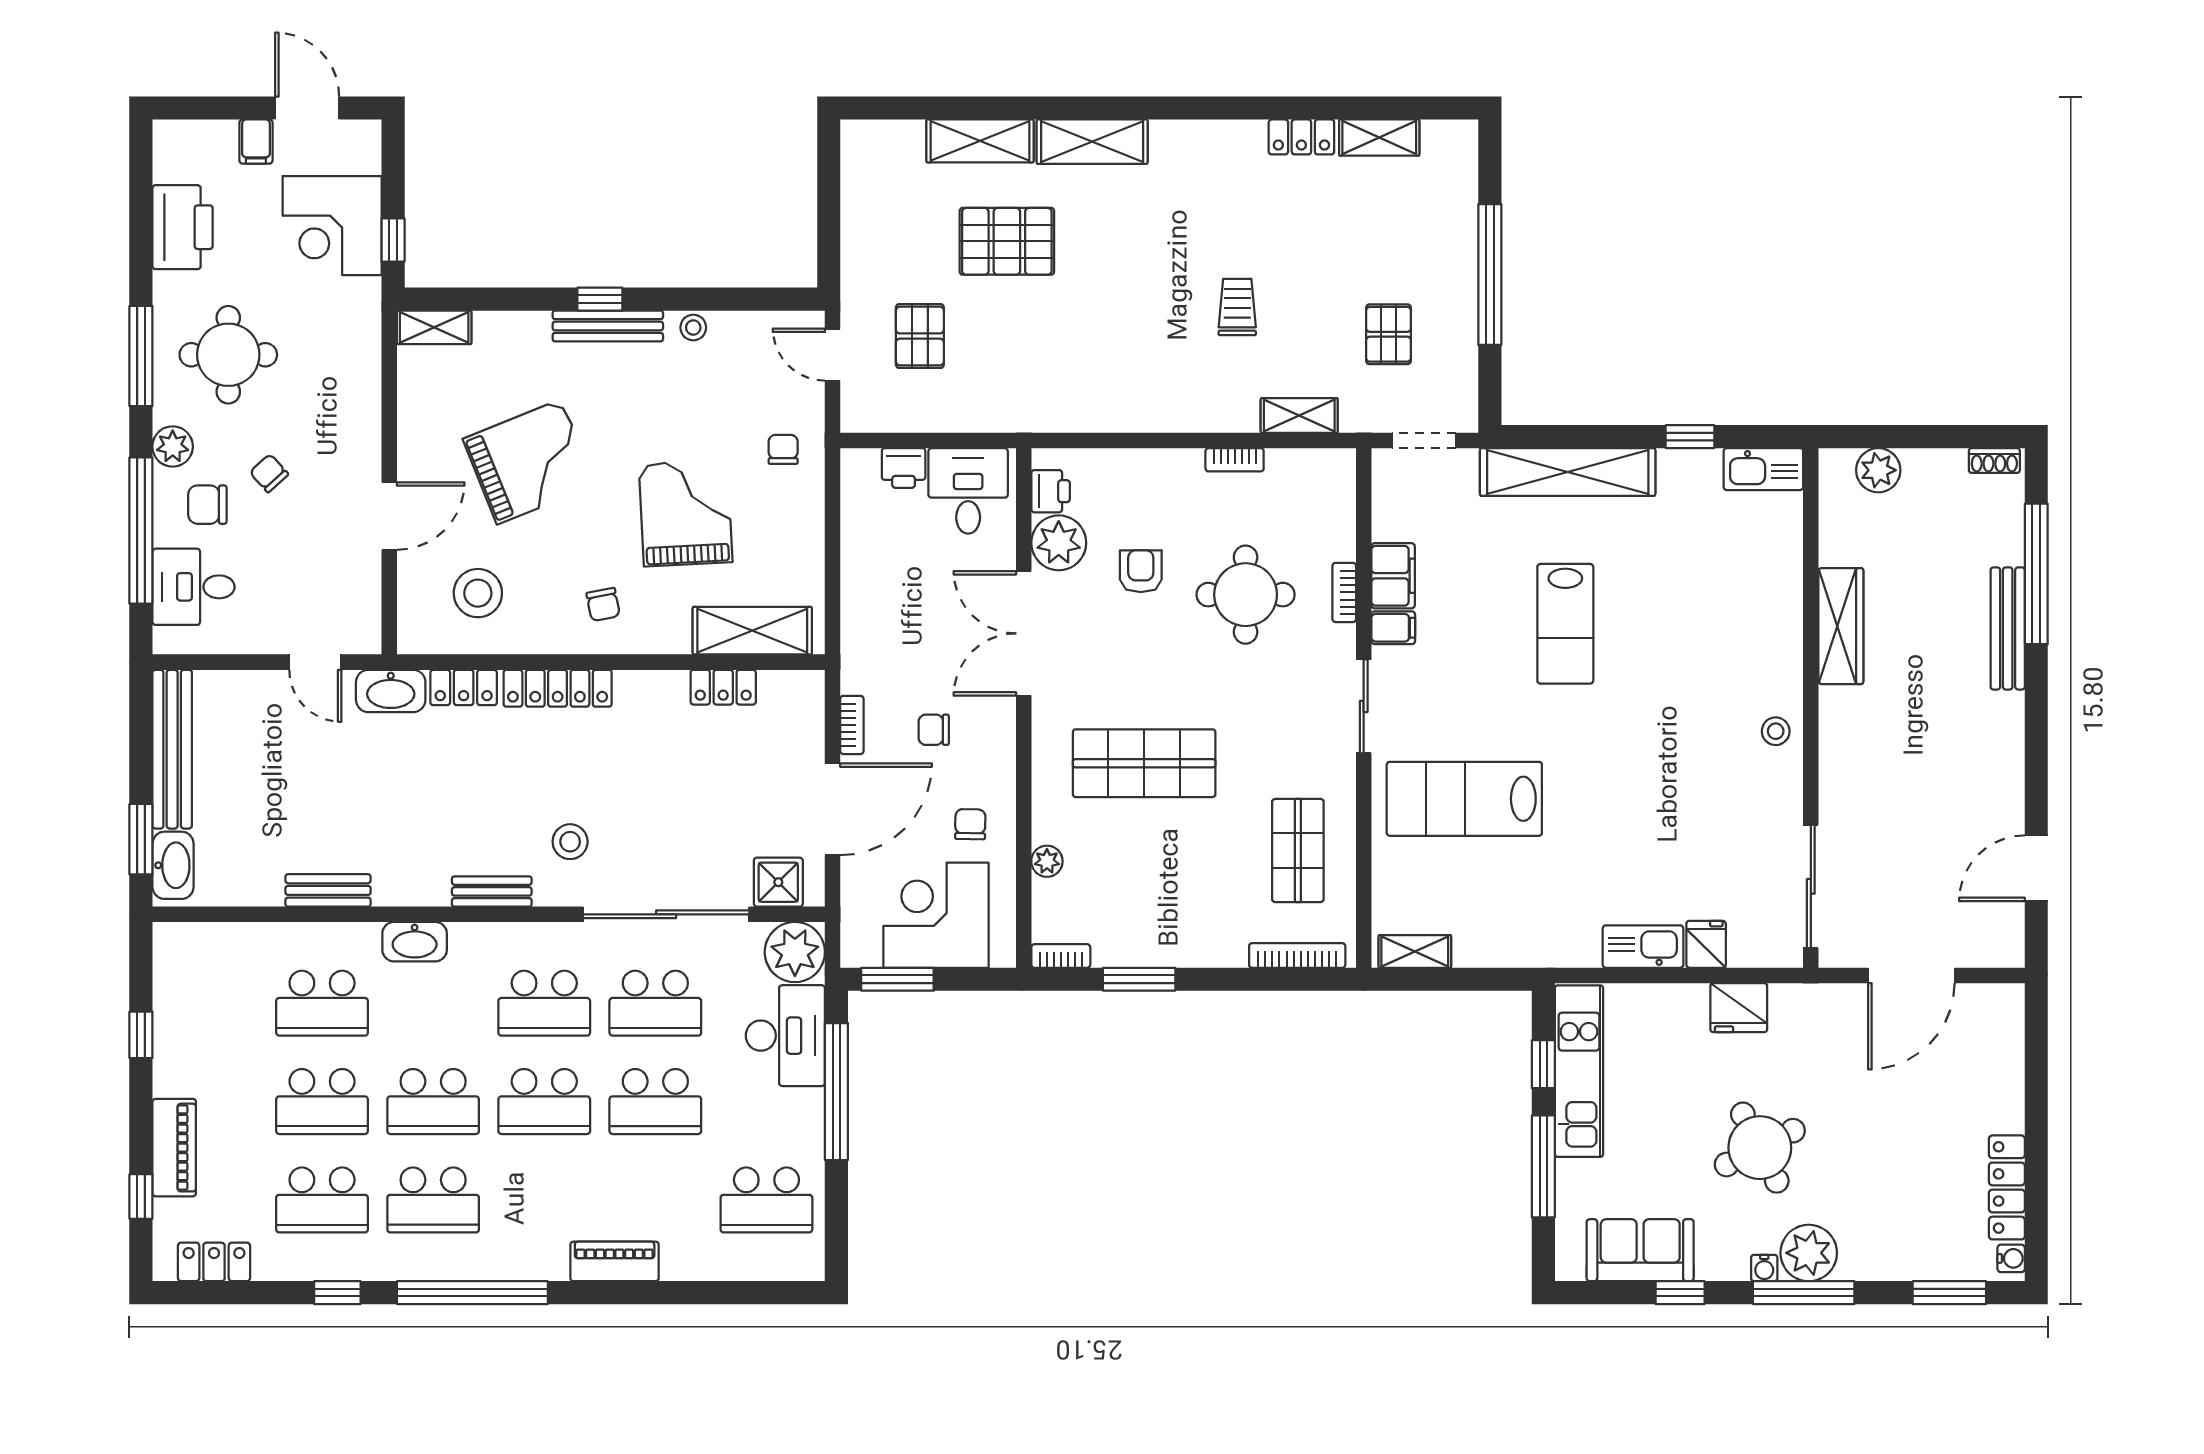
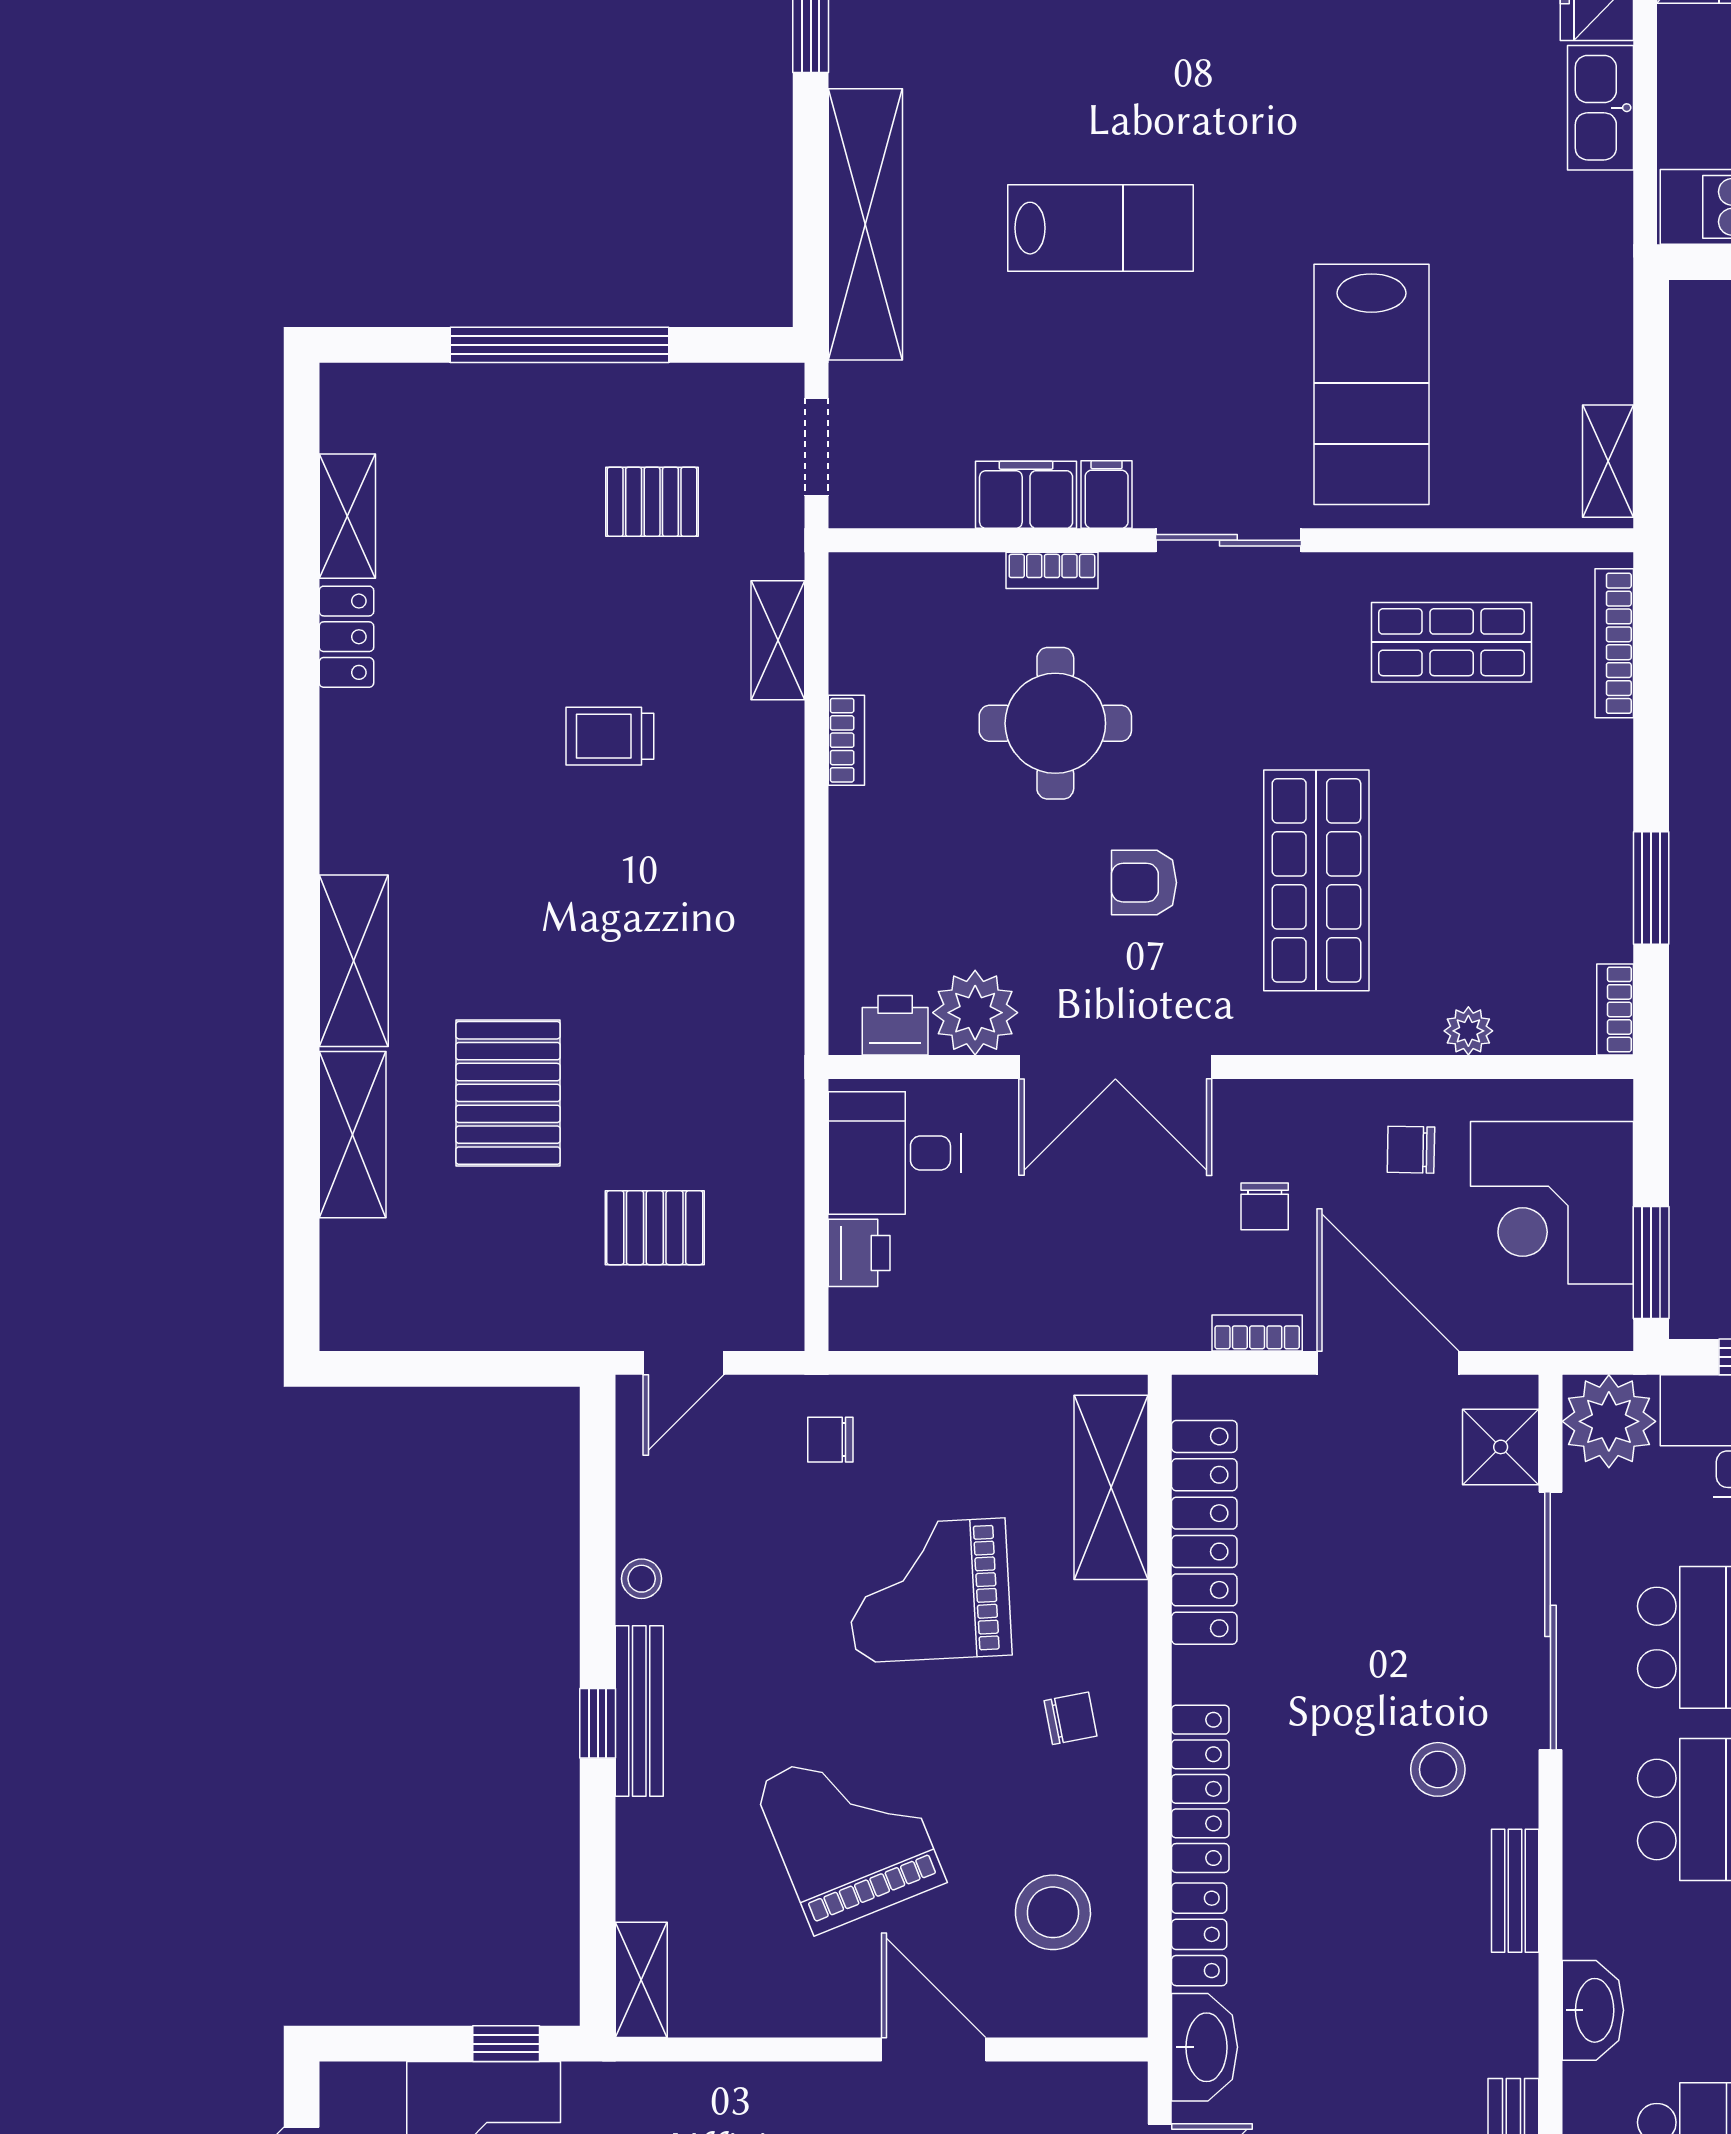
armchair: (1141, 571) -> (1144, 883), moved
locker: (723, 687) -> (1204, 1532), width x2.16, depth x1.21

